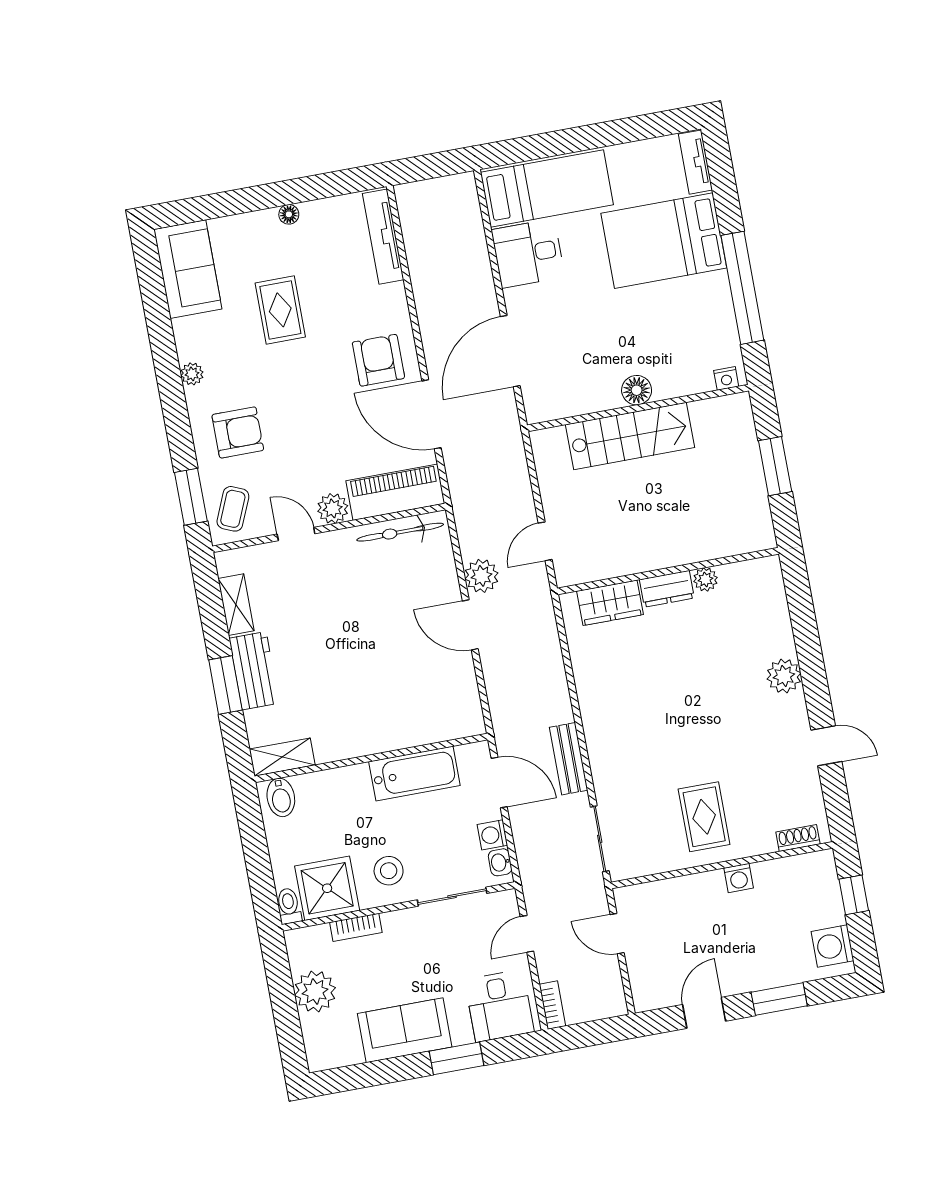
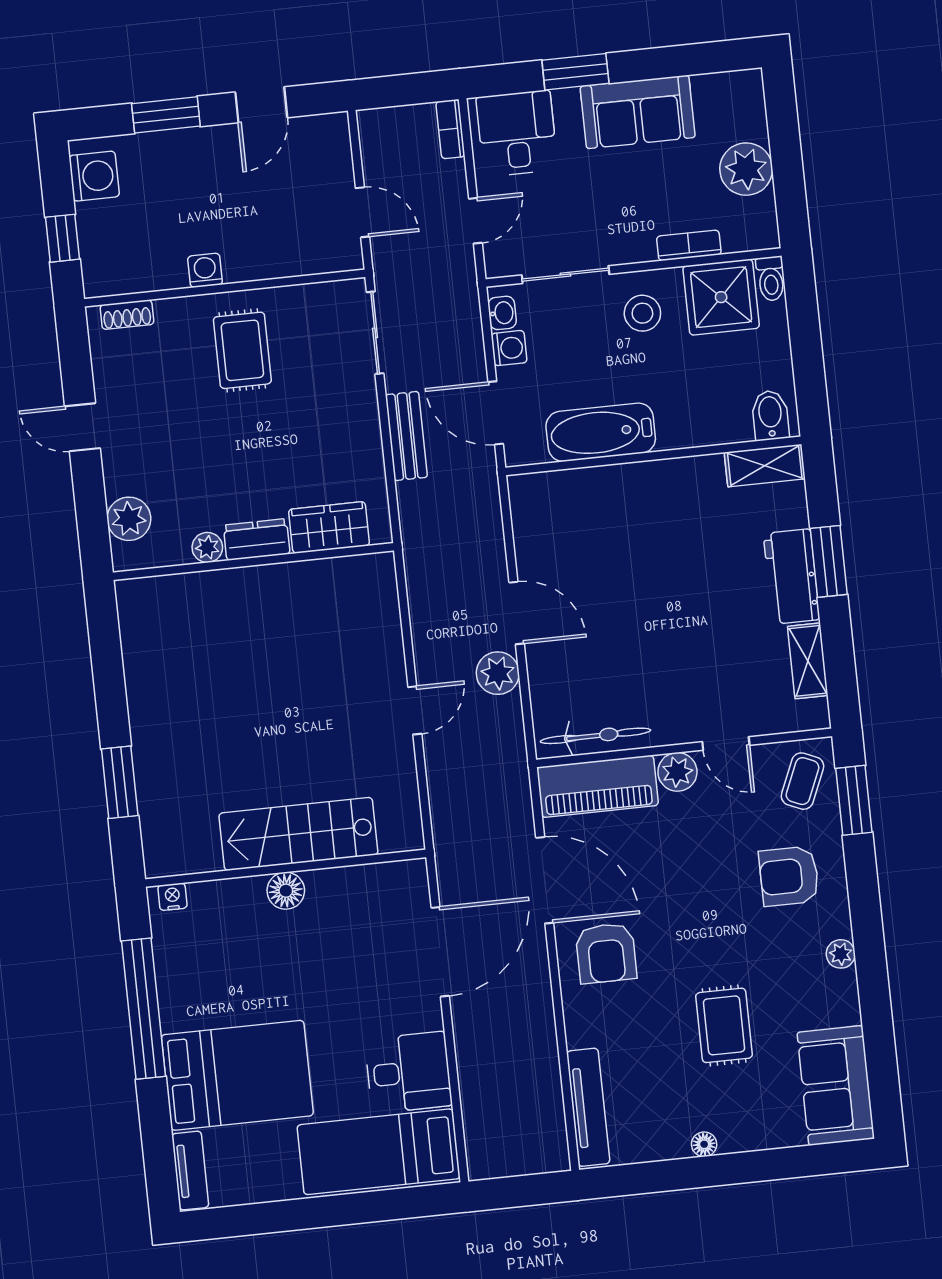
wall: (668, 571) -> (253, 561), moved
plant: (705, 579) -> (207, 547), moved
dresser: (667, 589) -> (257, 539), moved
wardrobe: (610, 603) -> (329, 527), moved

